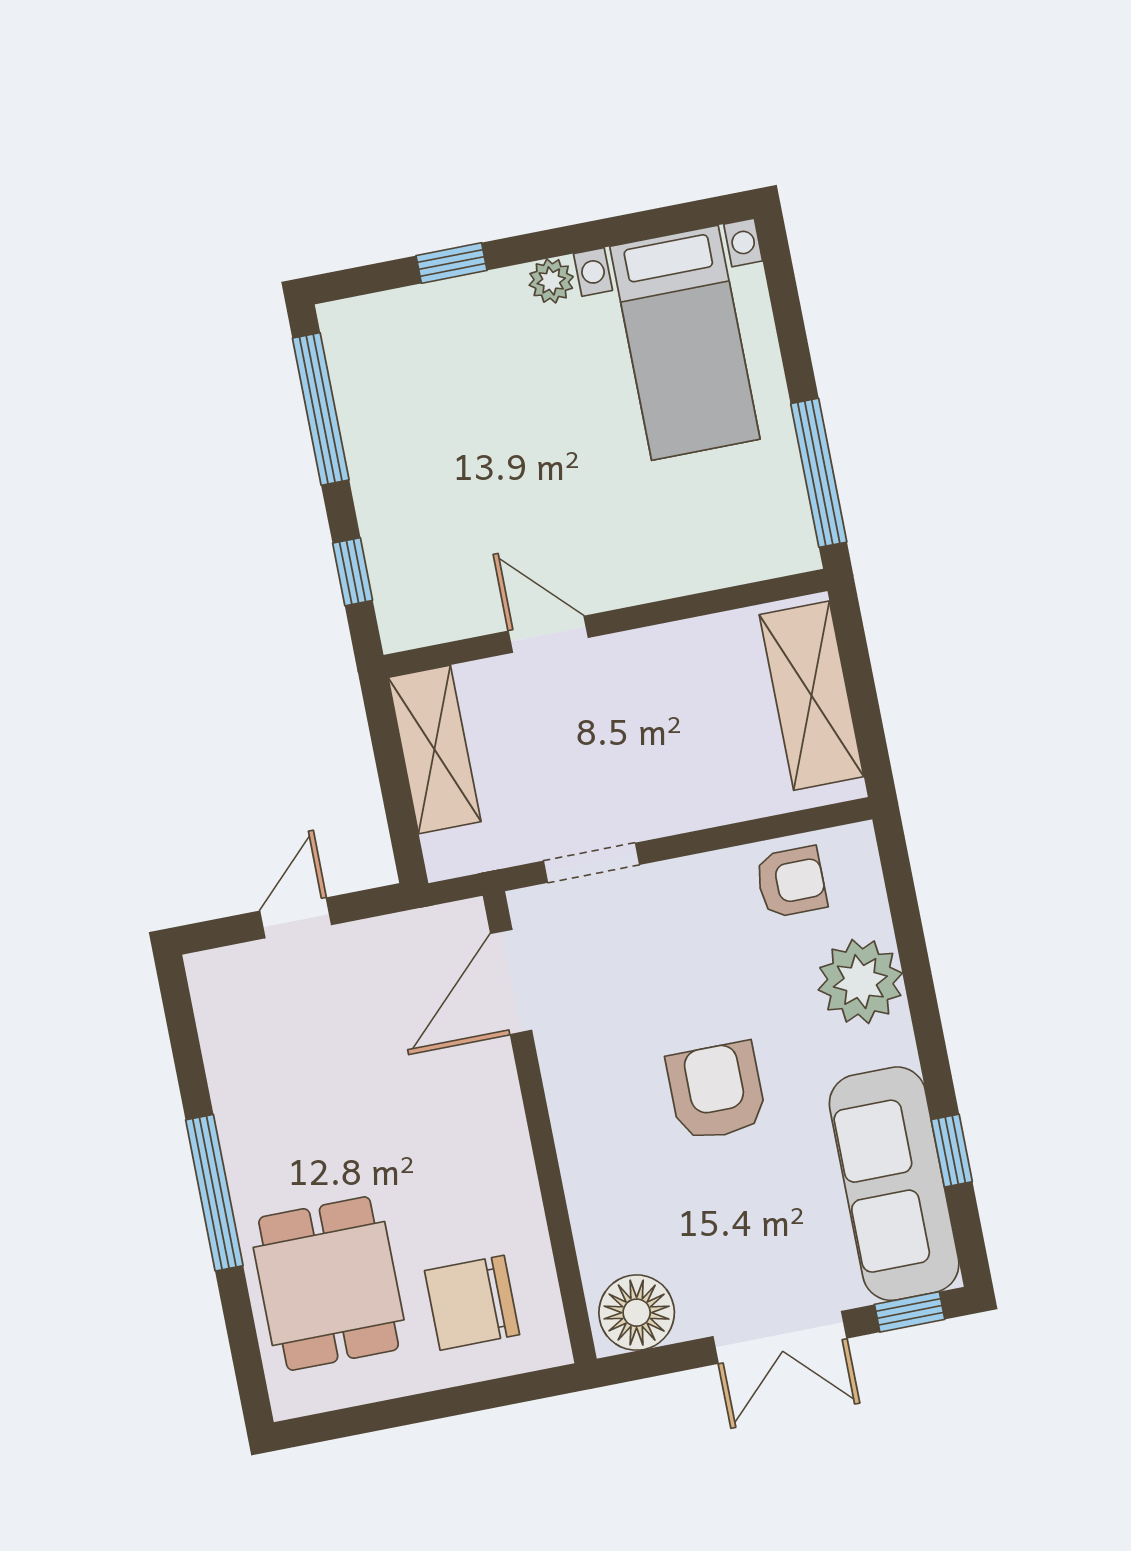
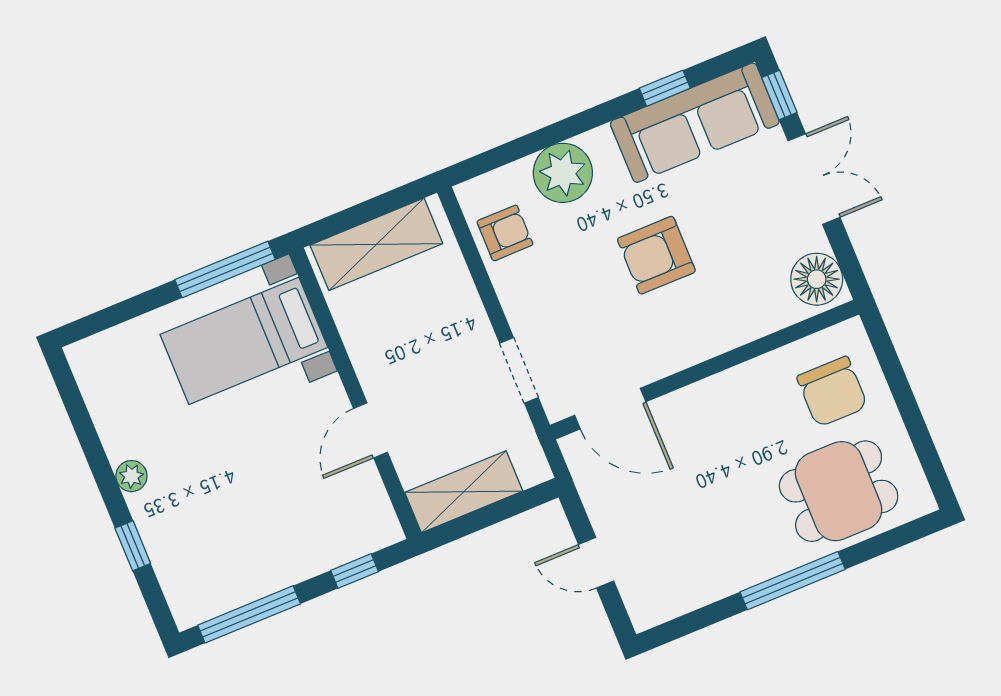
bed with nightstands: (685, 343) -> (244, 341), moved, turned 180
armchair: (791, 882) -> (505, 233), turned 90

